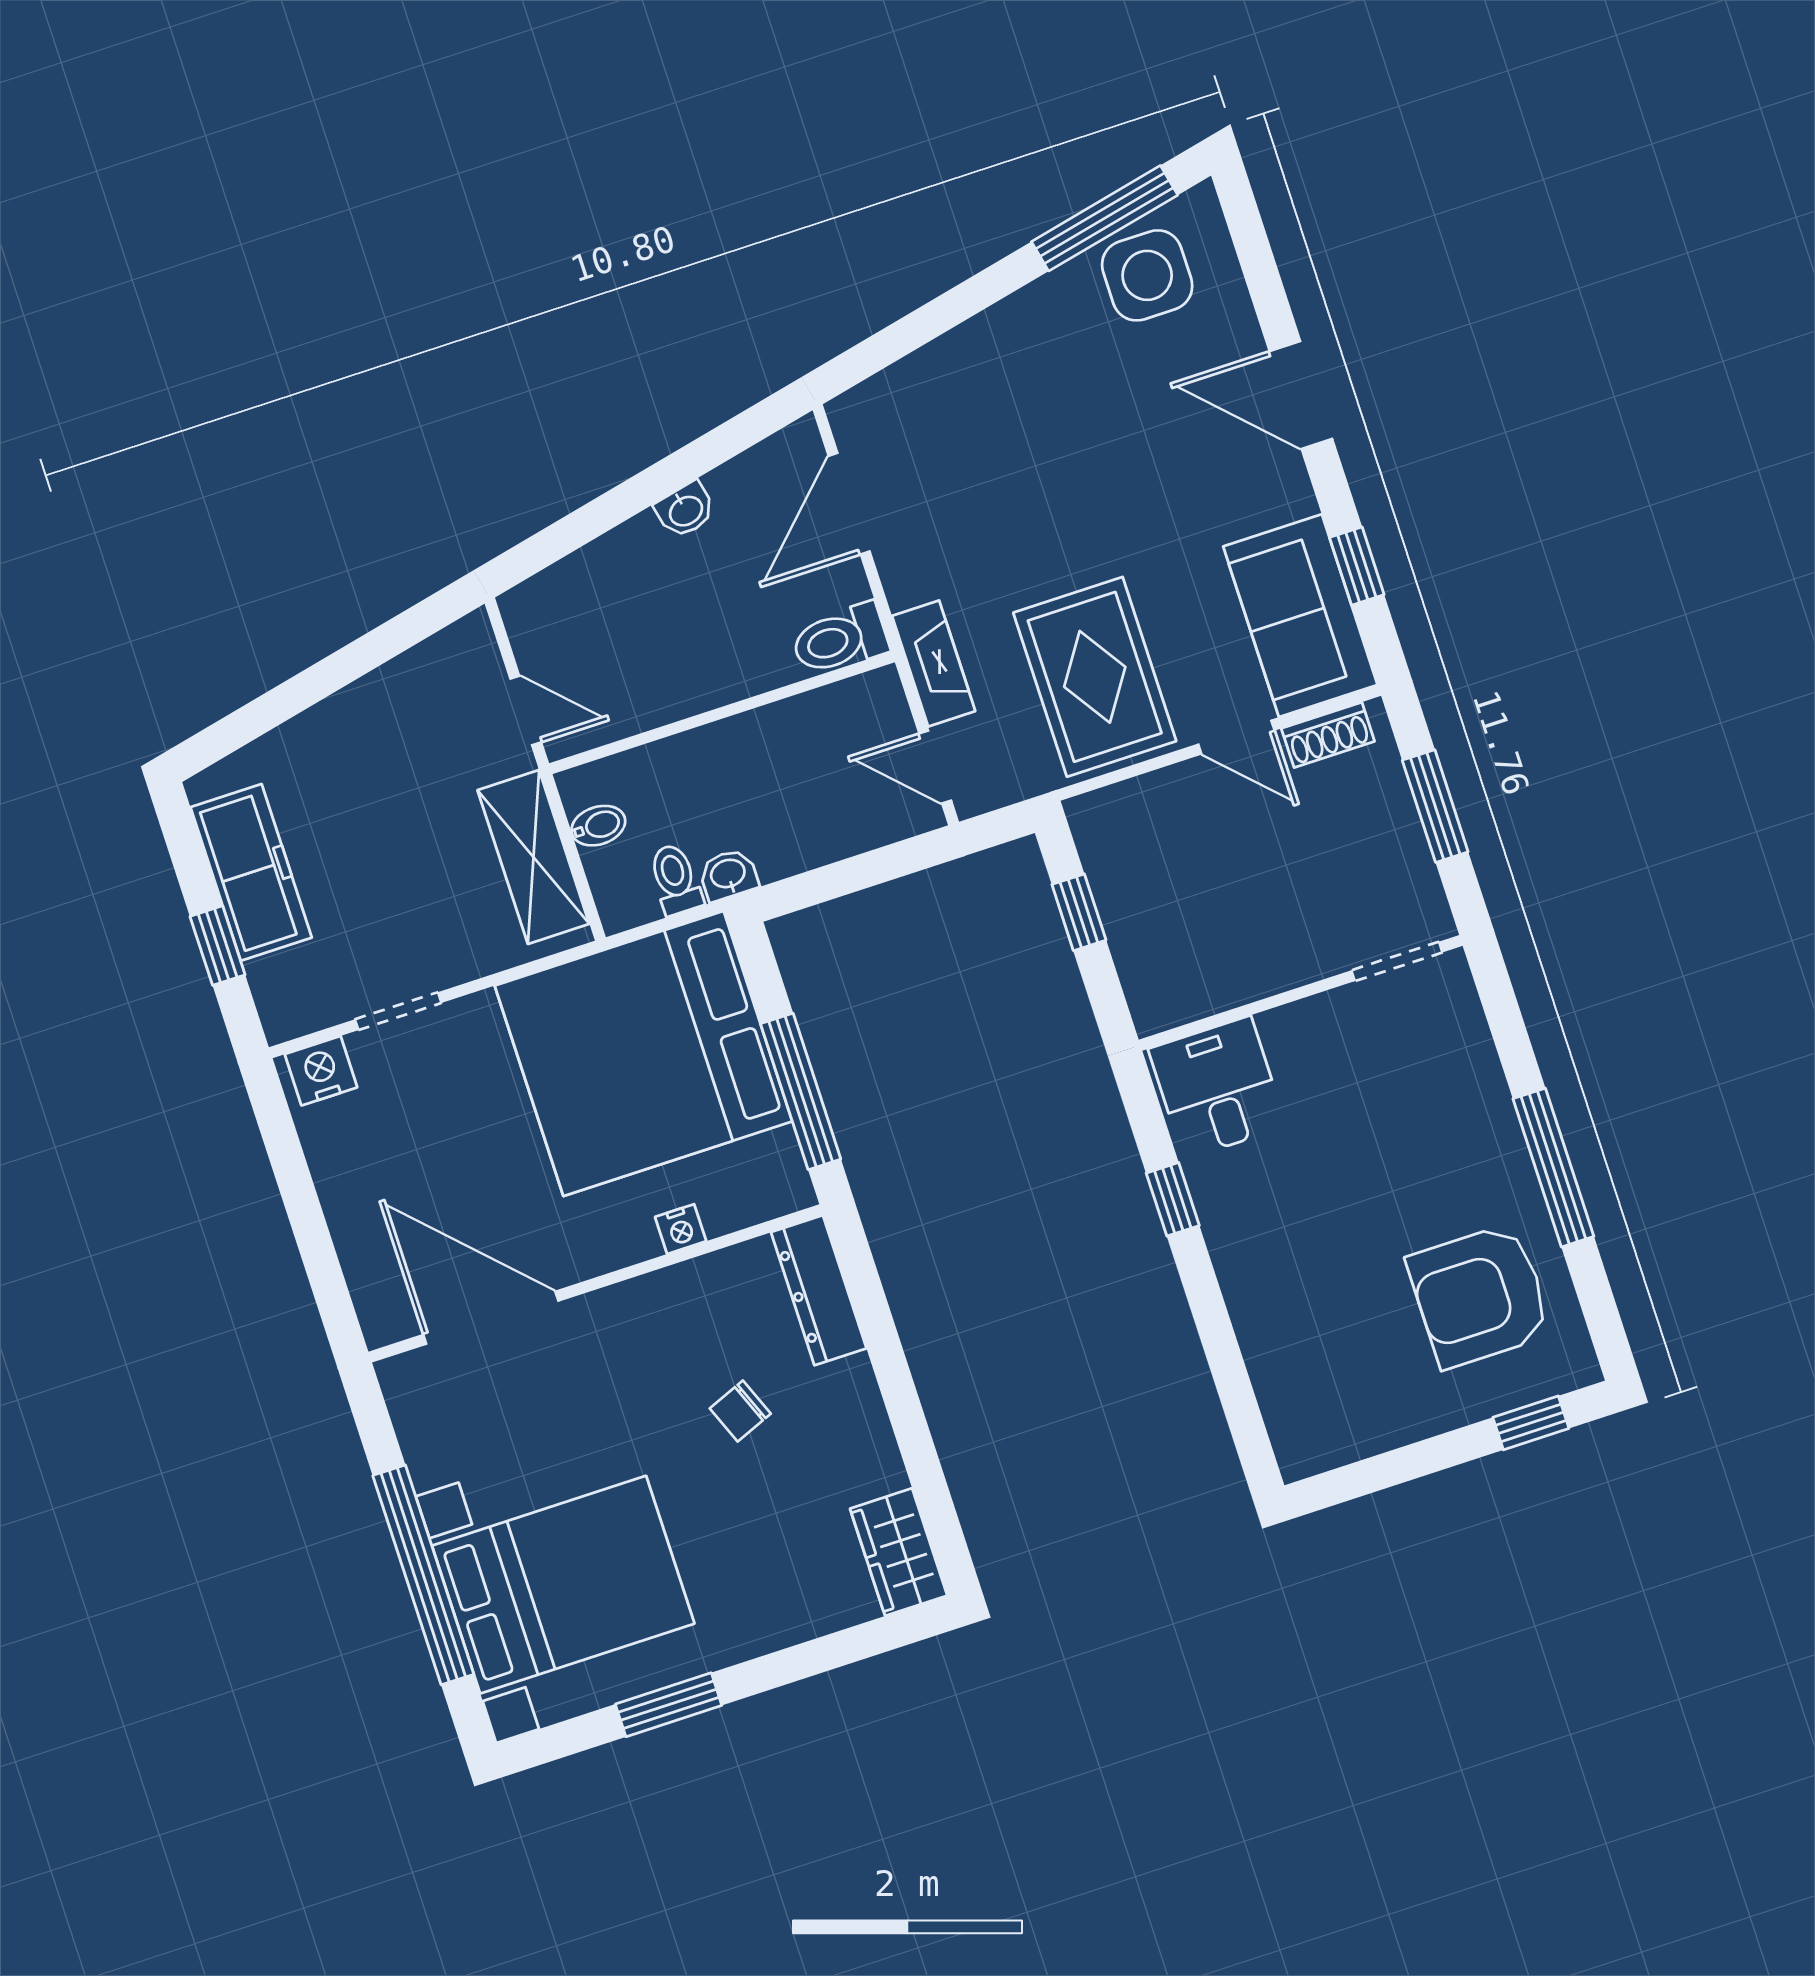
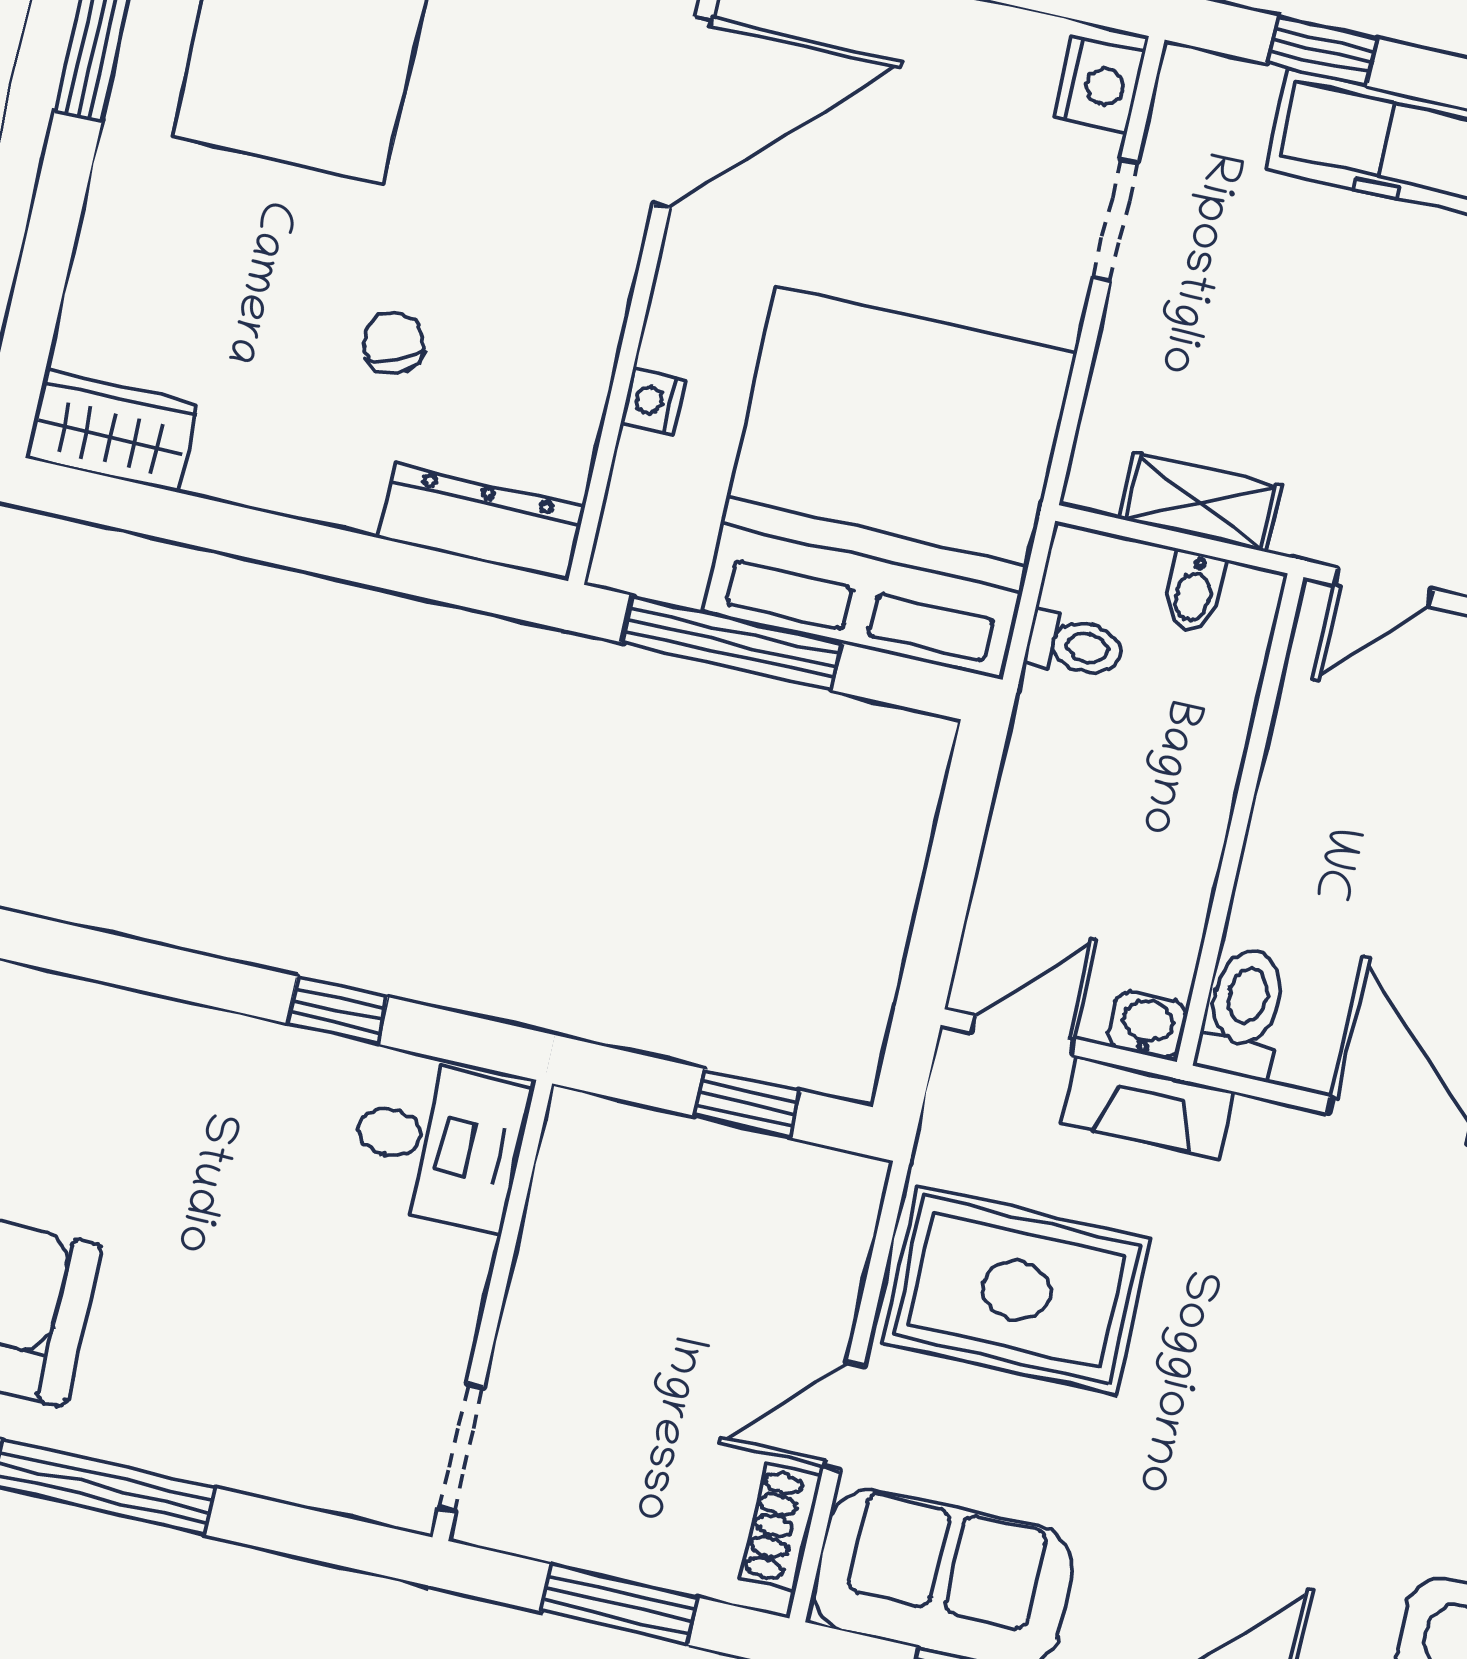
shelving: (533, 857) -> (1200, 502), width x0.67, depth x0.75
washbasin: (728, 875) -> (1147, 1025), moved, turned -90

